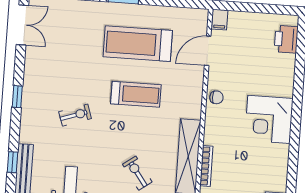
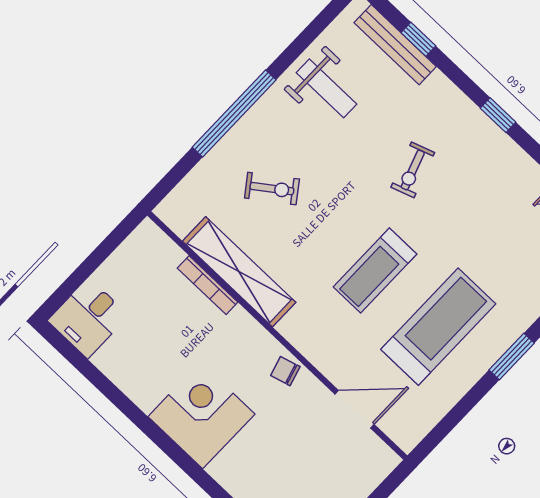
filing cabinet: (220, 20) -> (382, 458), removed
door: (208, 51) -> (355, 409), hinge flipped
chair: (216, 97) -> (285, 371), turned 74

